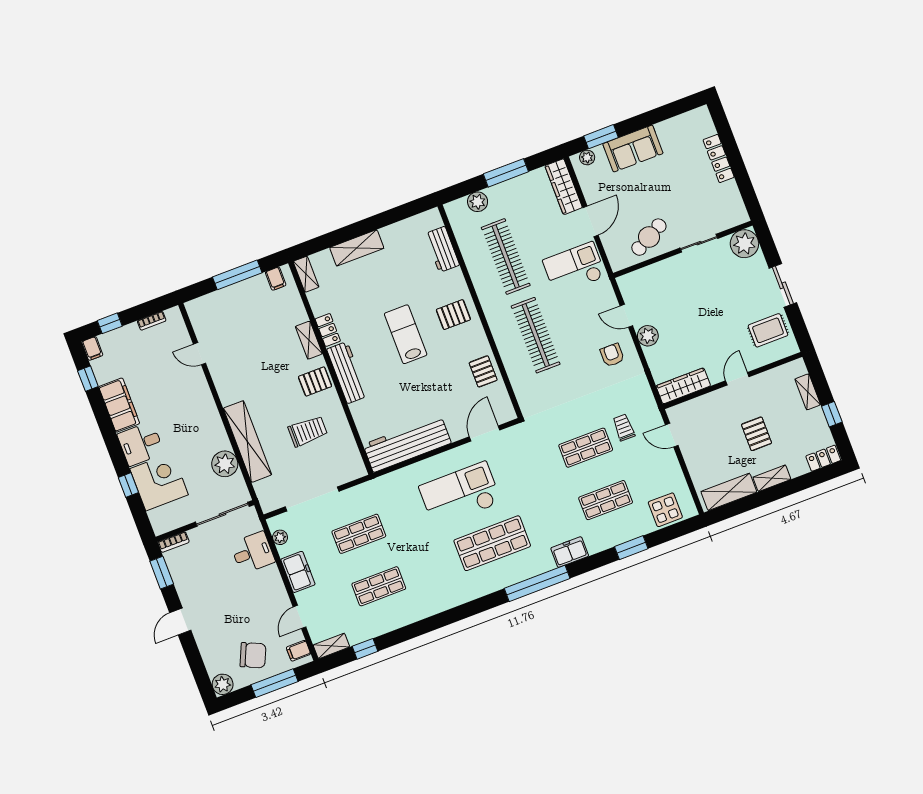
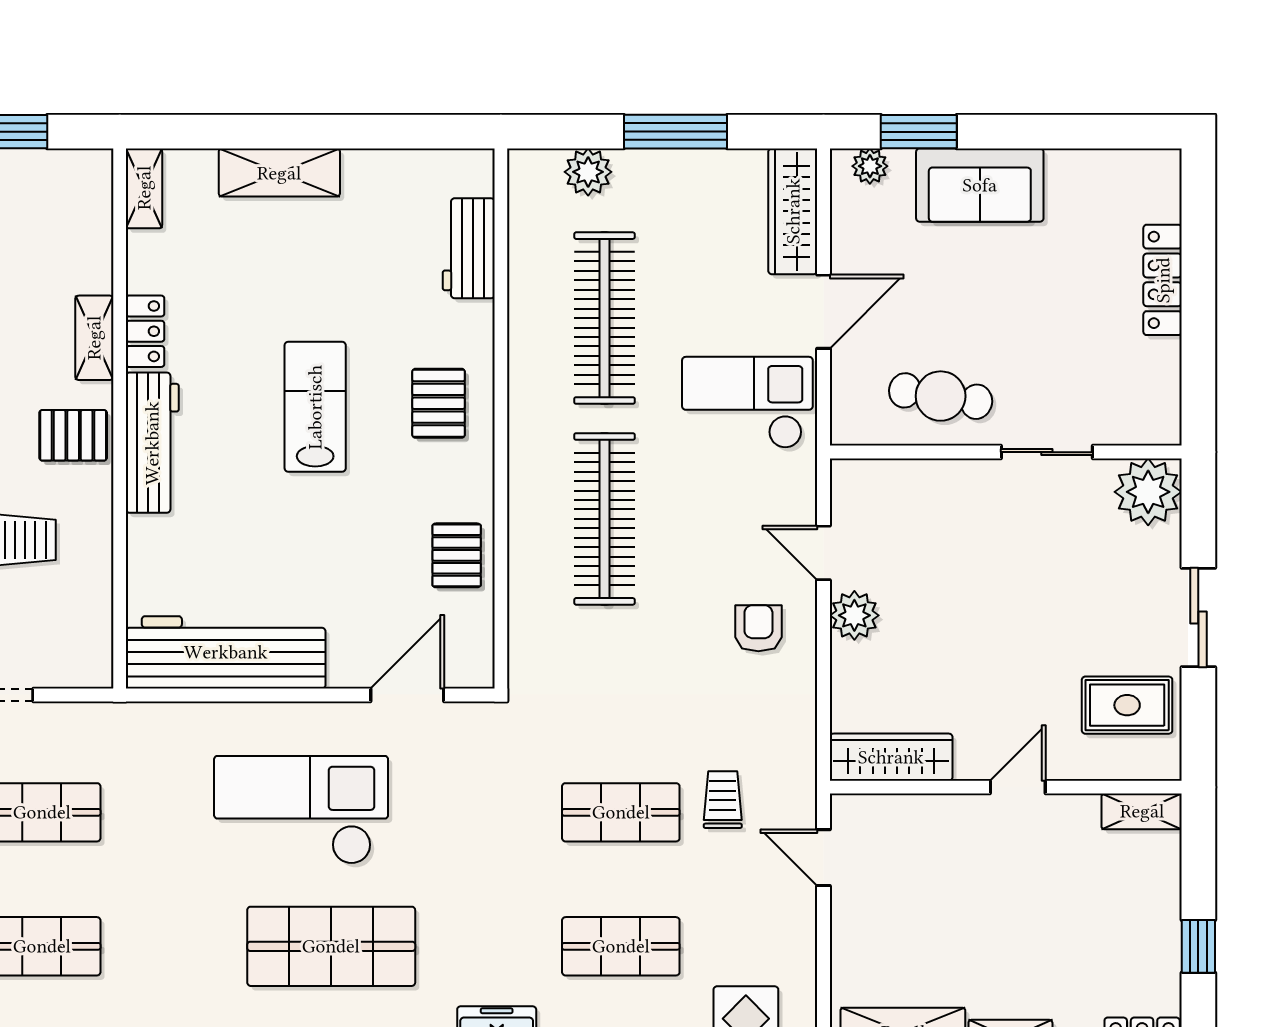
cafe table: (649, 237) -> (941, 396), turned 37
filing cabinet: (276, 279) -> (72, 172), removed
pallet: (453, 315) -> (439, 403), turned 90
shelving: (808, 392) -> (1142, 811), moved, turned 90
pallet: (756, 434) -> (1014, 926), removed

